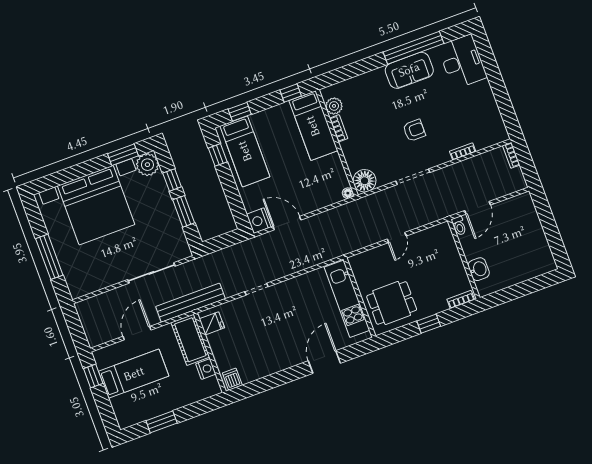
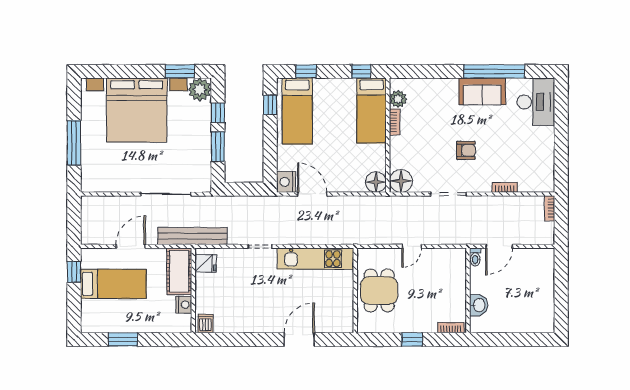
floor lamp: (348, 193) -> (376, 182), width x1.89, depth x1.89
kitchen unit: (347, 299) -> (315, 259), moved, turned -90
dining table: (392, 303) -> (379, 290), moved, turned 90

